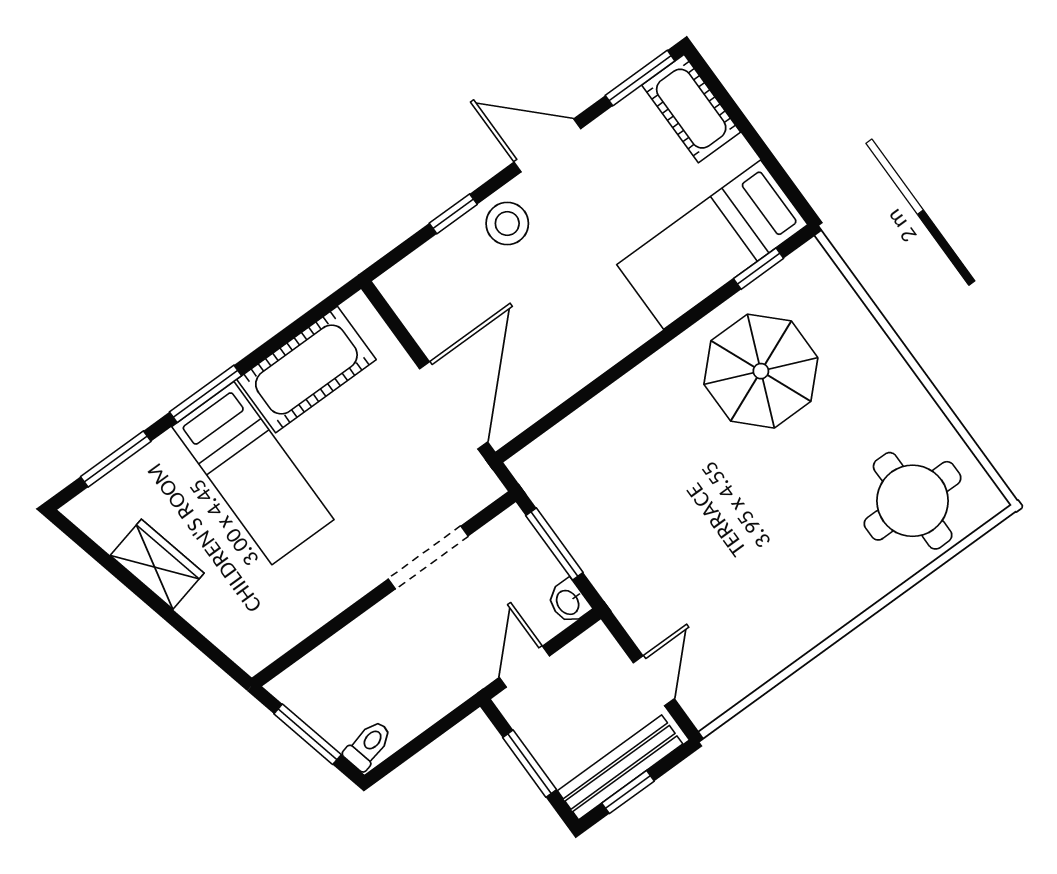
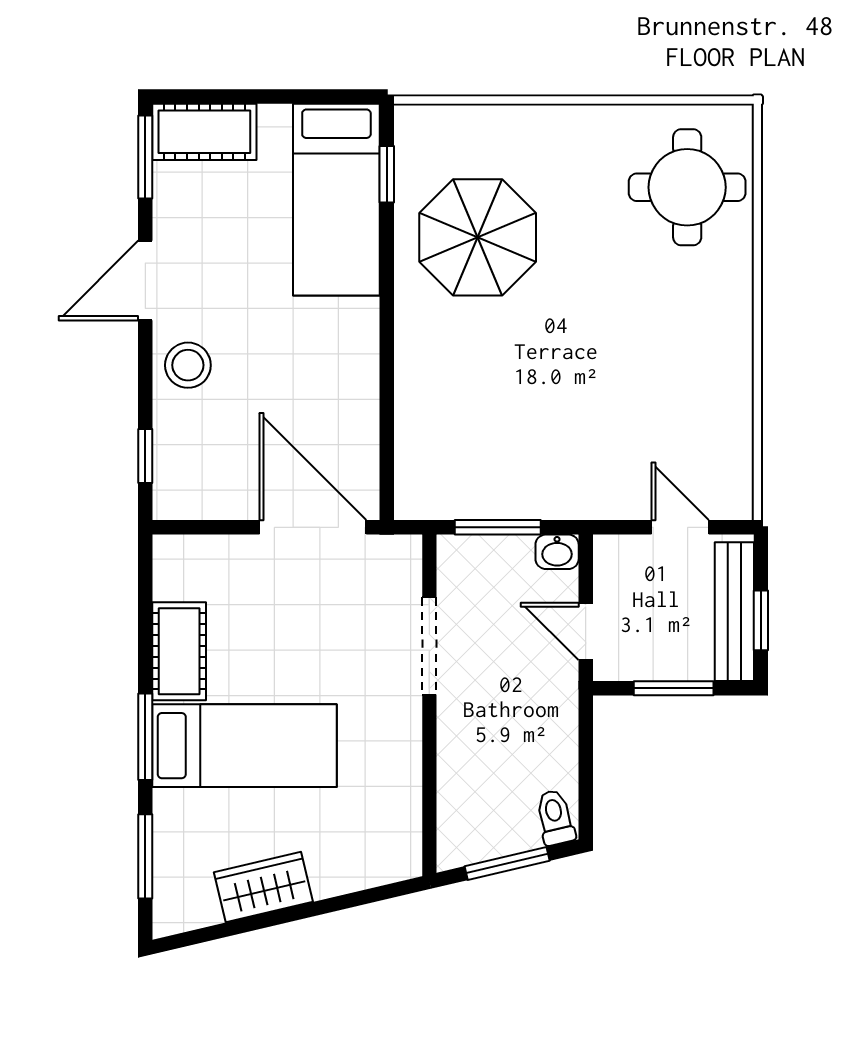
window: (453, 214) -> (145, 456), moved
cot: (306, 370) -> (179, 651), width x0.73, depth x0.75

